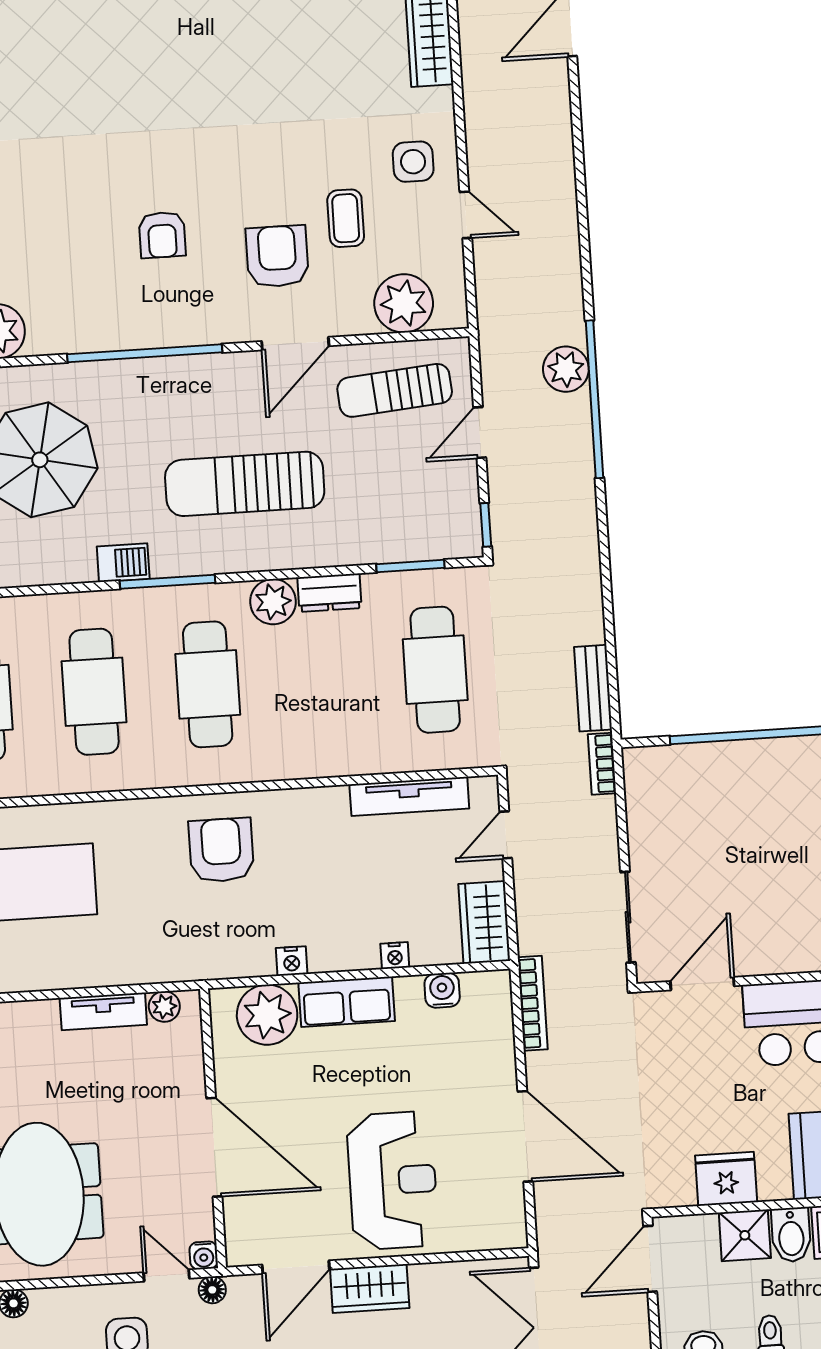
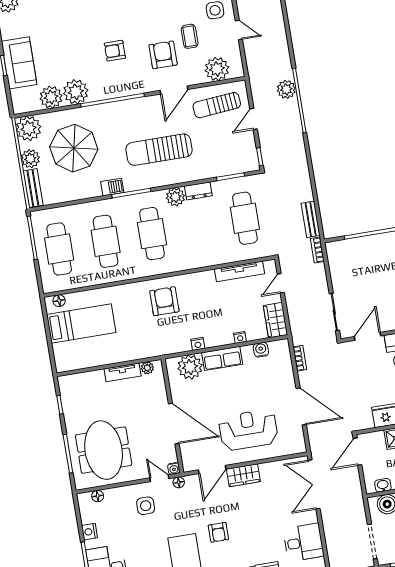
armchair: (162, 235) -> (115, 51), turned 90
plant: (58, 325) -> (76, 92), added
bookcase: (533, 1003) -> (300, 358), width x0.64
reception desk: (393, 1180) -> (248, 430), turned -90

